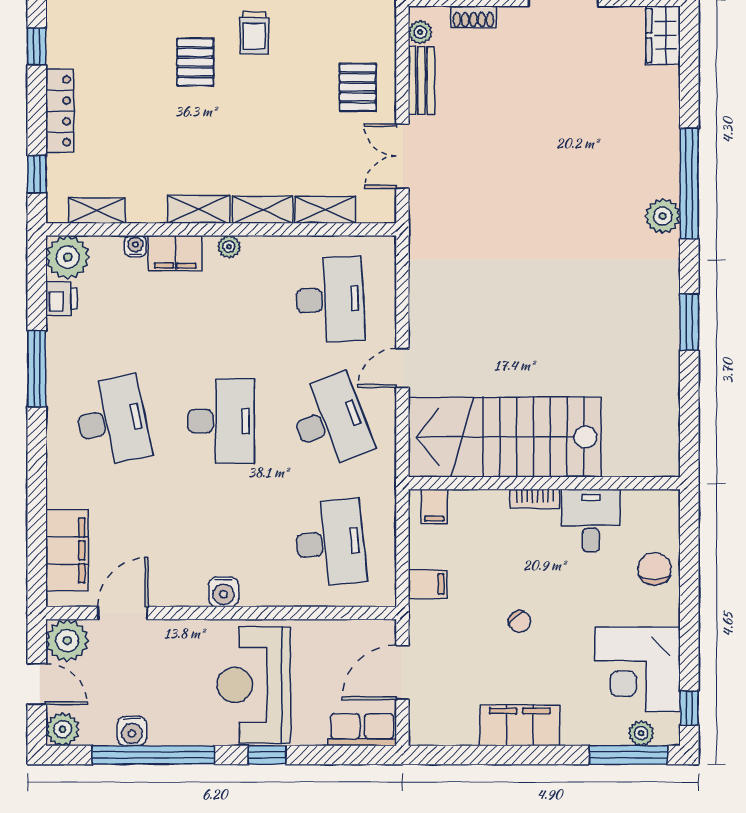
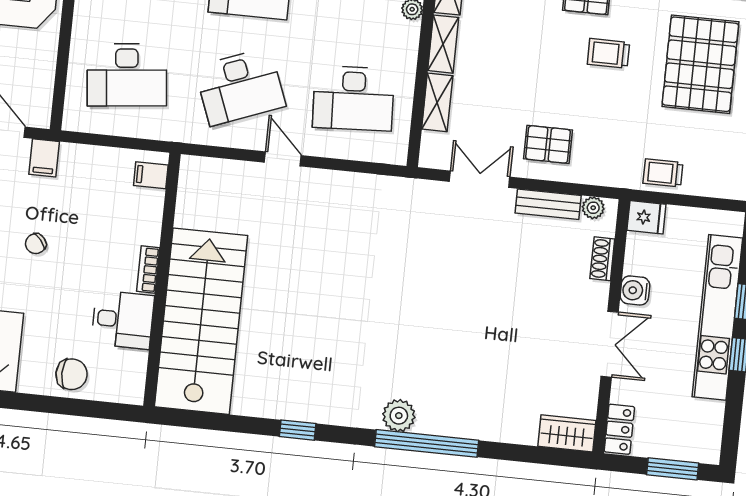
window: (689, 322) -> (298, 430), width x0.67
stairs: (505, 437) -> (201, 321), moved
filing cabinet: (428, 584) -> (44, 158), moved

